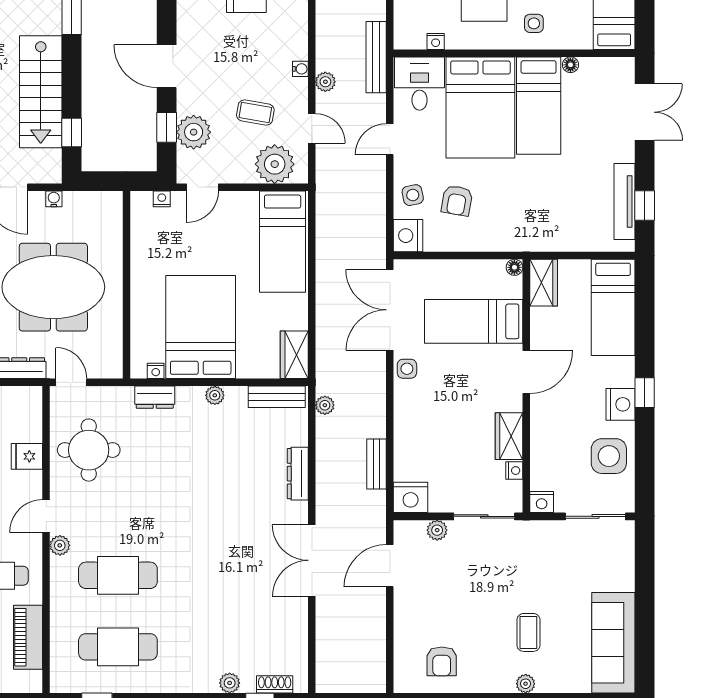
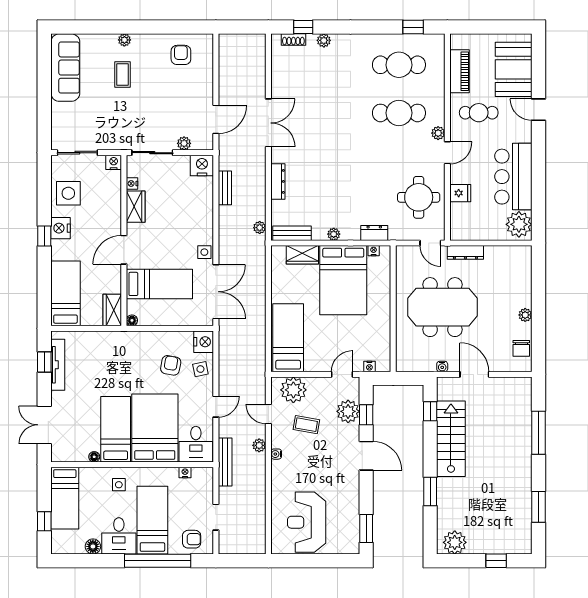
wardrobe: (294, 355) -> (302, 255), moved, turned 90

